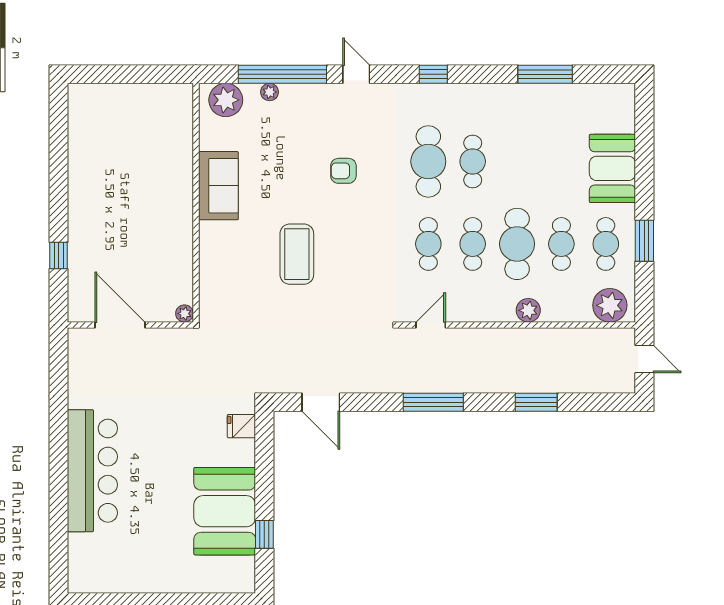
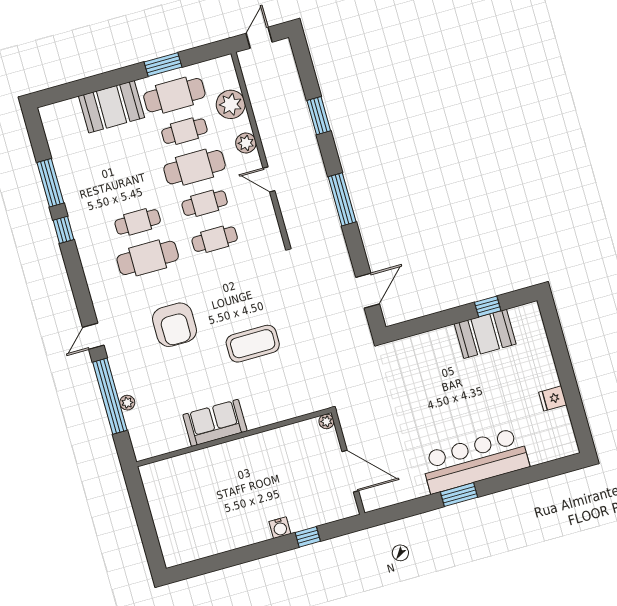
window: (433, 74) -> (64, 230), moved
plant: (226, 100) -> (144, 436), removed
armchair: (343, 171) -> (174, 325), width x1.88, depth x1.88
water cooler: (78, 227) -> (280, 528), added
cafe table: (606, 244) -> (174, 95), width x1.37, depth x1.35
plant: (610, 305) -> (231, 104), moved
door: (120, 325) -> (350, 471), swing flipped
door: (431, 325) -> (269, 179), moved
fridge: (241, 426) -> (553, 398), moved, turned 90
window: (59, 442) -> (459, 495), added
booth: (225, 511) -> (485, 334), width x0.73, depth x0.70

